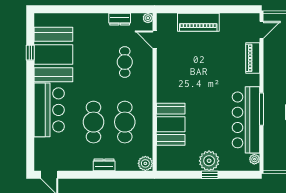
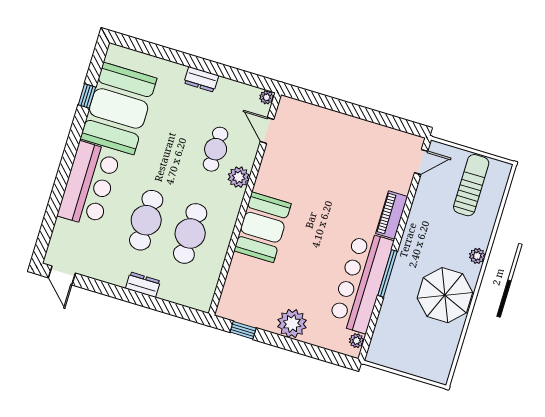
dresser: (120, 19) -> (201, 79), moved
piano: (198, 22) -> (336, 124), removed
piano: (253, 58) -> (392, 215), moved
booth: (171, 124) -> (262, 227), moved
plant: (145, 163) -> (239, 177), moved
window: (210, 175) -> (243, 330), moved

